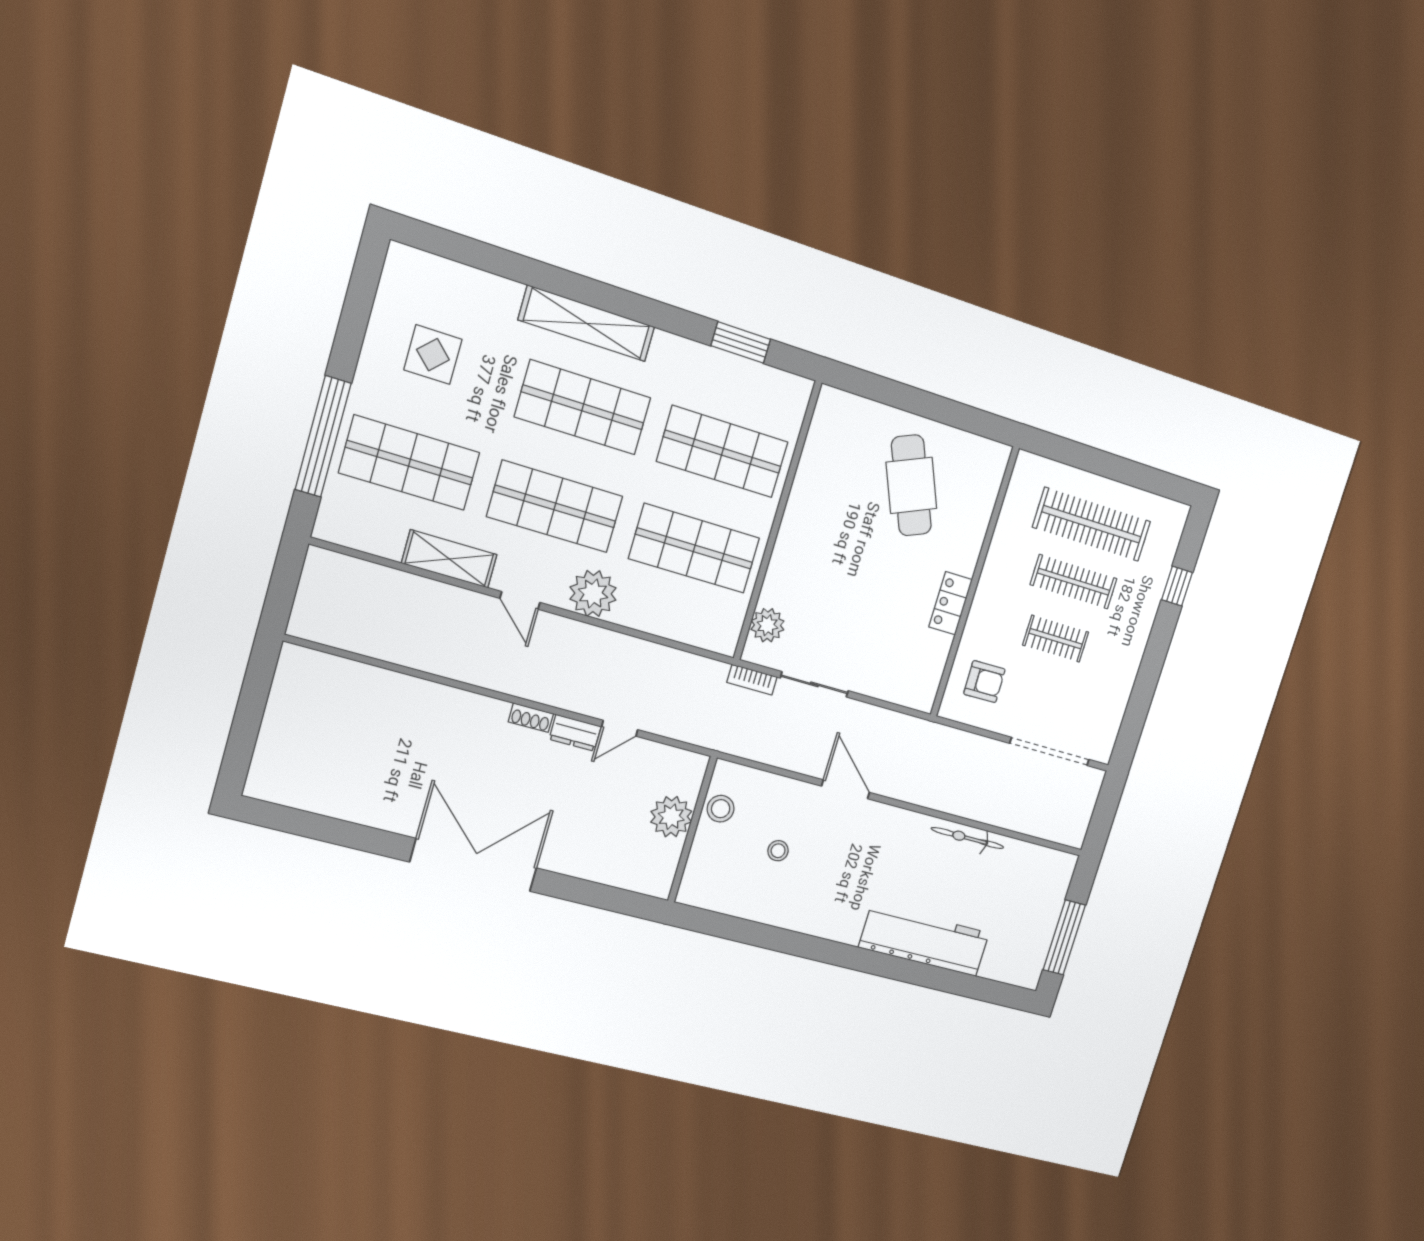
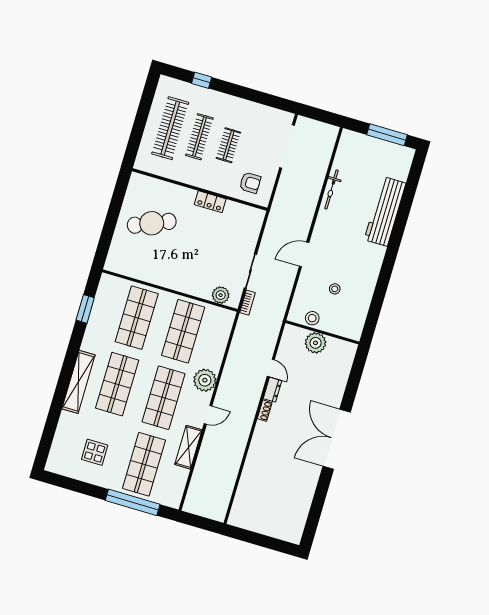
armchair: (984, 682) -> (250, 183), turned 91

